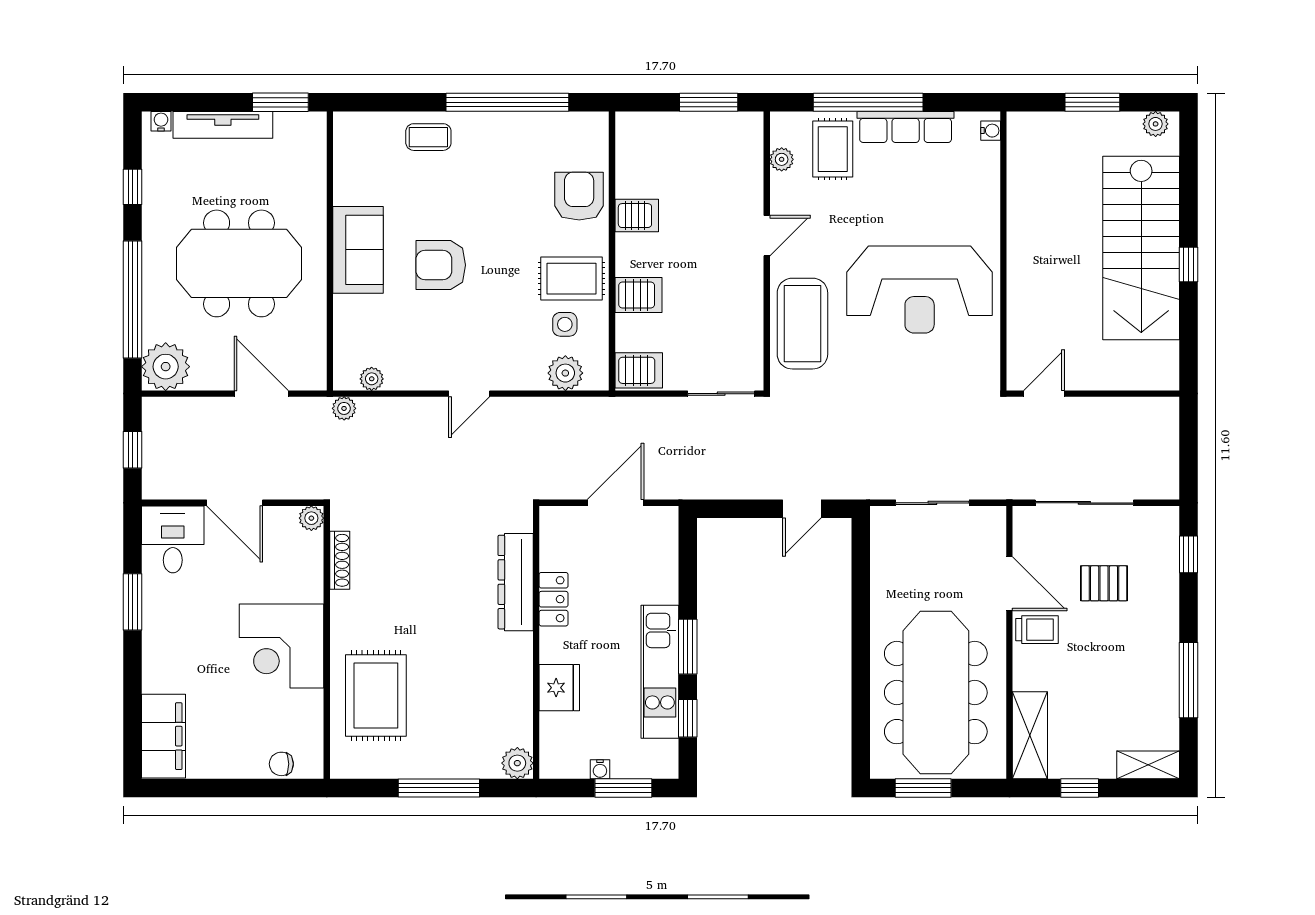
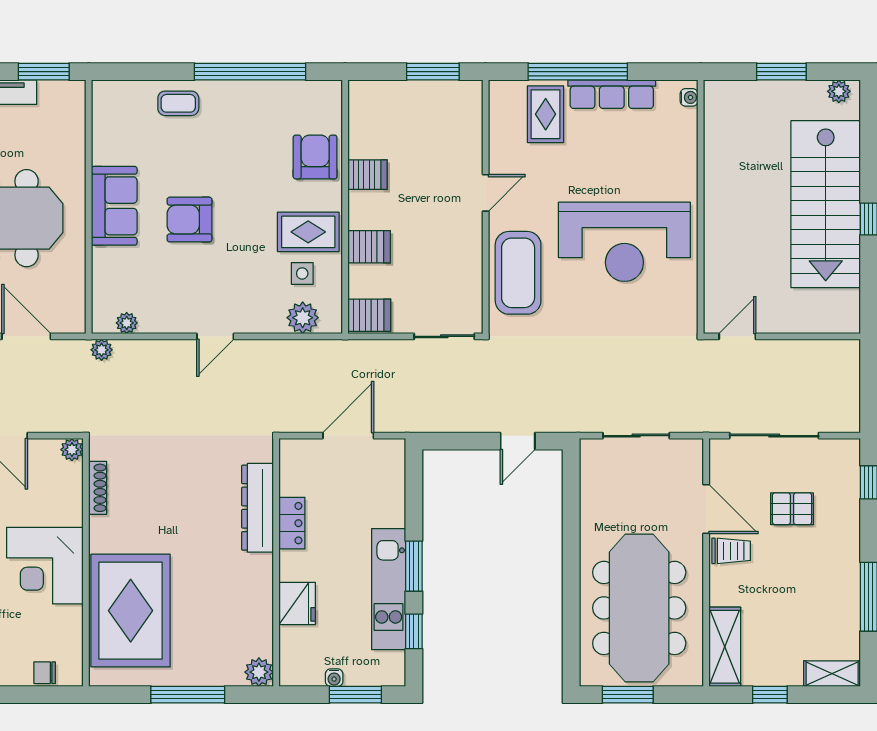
plant: (782, 159) -> (499, 124), removed
rug: (376, 695) -> (131, 611), width x1.37, depth x1.44

